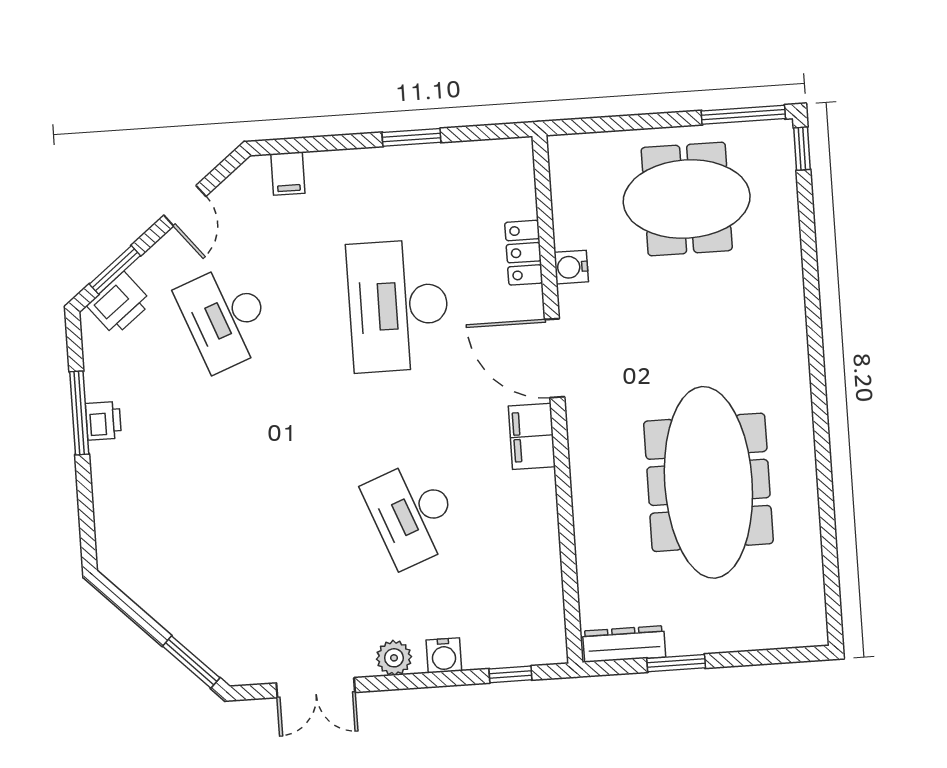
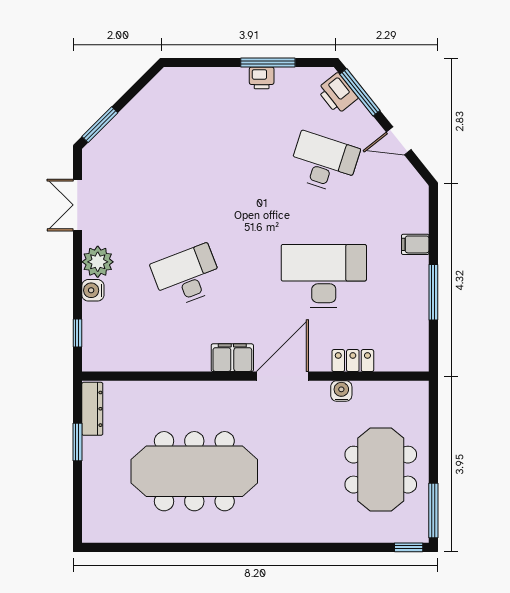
window: (411, 137) -> (433, 292), width x1.44
filing cabinet: (288, 174) -> (415, 244), moved
window: (115, 270) -> (360, 92), width x1.44
desk: (226, 317) -> (324, 162), turned 39
plant: (394, 658) -> (98, 262), width x1.36, depth x1.36

